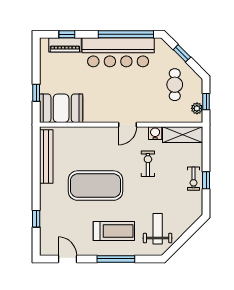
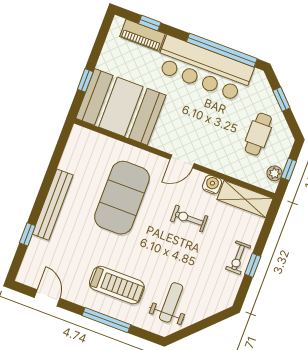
booth: (61, 108) -> (121, 107), width x1.36, depth x1.42
bench: (46, 157) -> (53, 205), moved
exercise bike: (148, 164) -> (189, 219), turned -91
exercise mat: (96, 186) -> (122, 198), moved, turned 90

